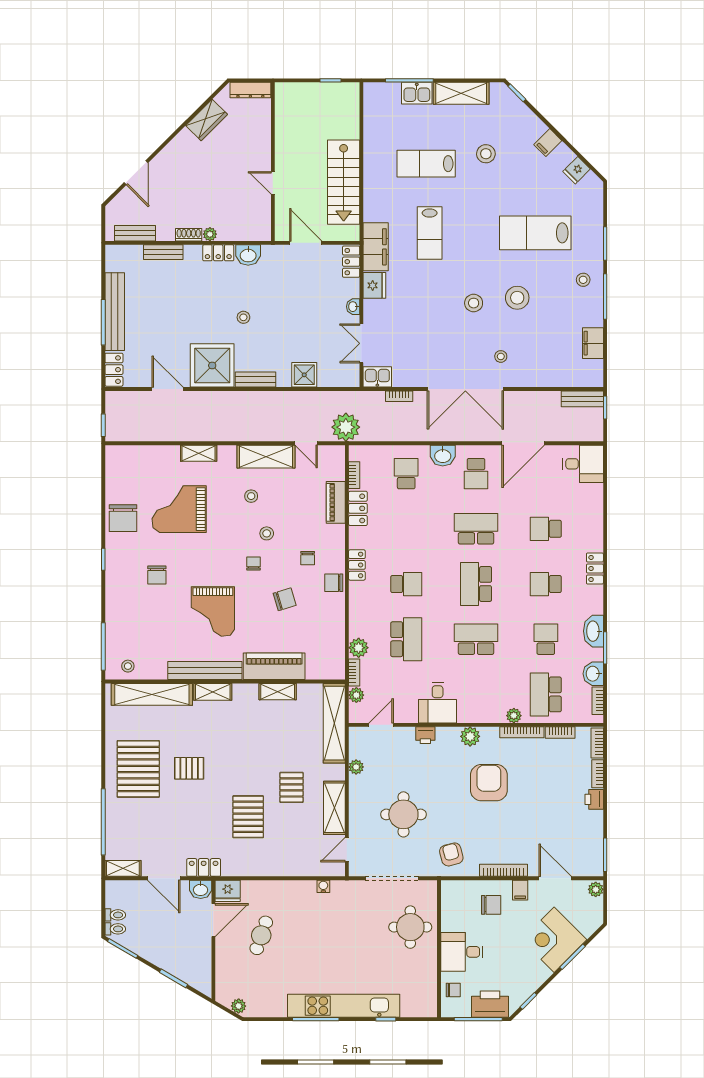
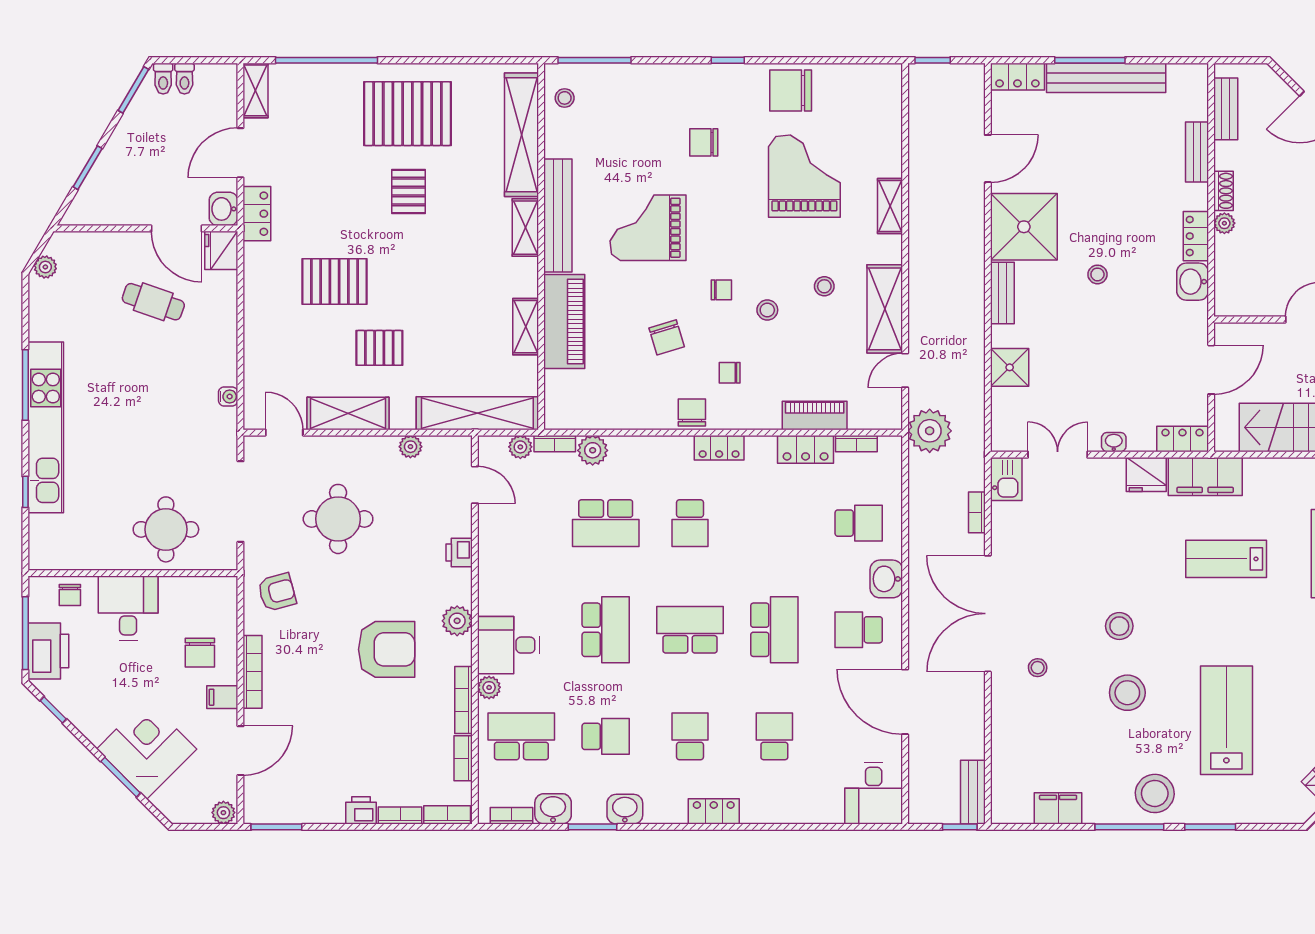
stool: (583, 280) -> (1155, 793), width x1.89, depth x1.89
washbasin: (593, 631) -> (625, 809), width x0.72
desk: (438, 703) -> (509, 645), moved

